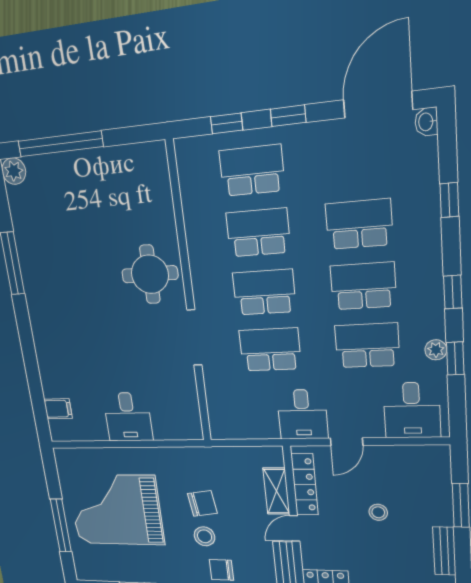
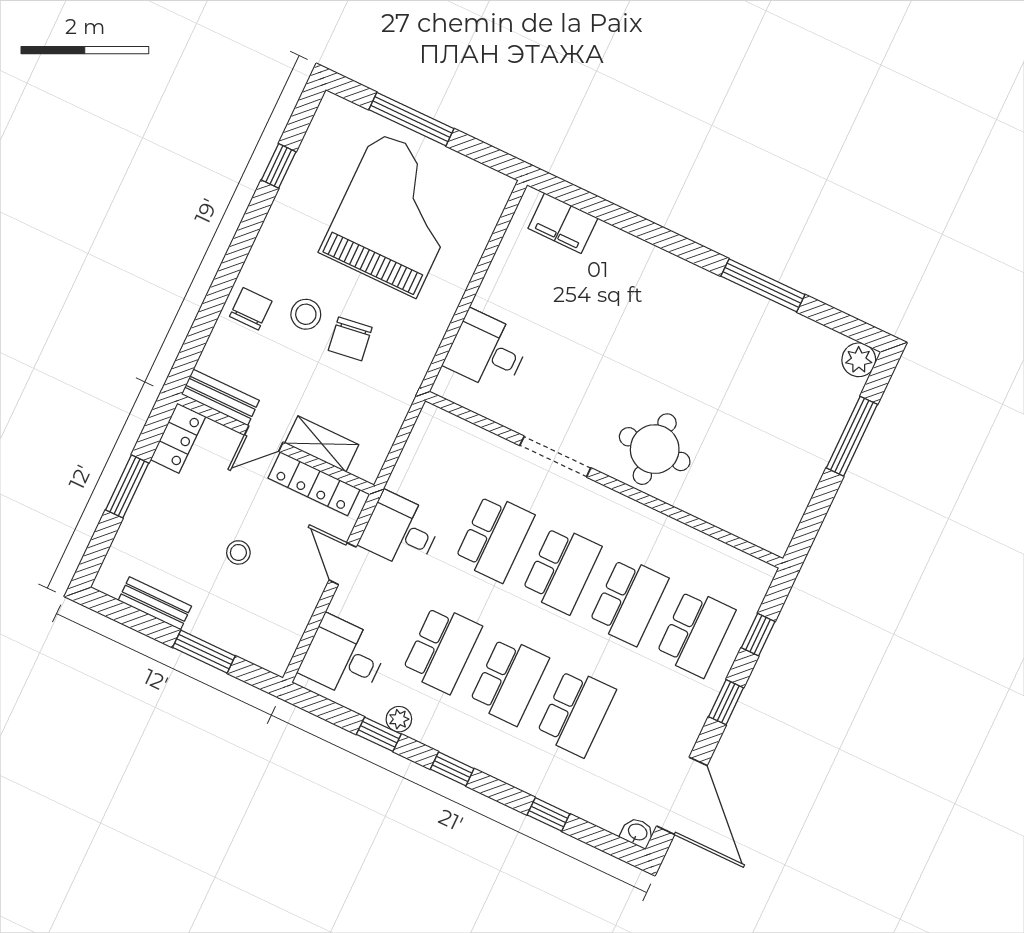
window: (60, 144) -> (852, 436), width x0.68
filing cabinet: (58, 409) -> (563, 223), width x2.00
desk: (128, 417) -> (487, 351), moved
door: (295, 528) -> (264, 439), swing flipped

